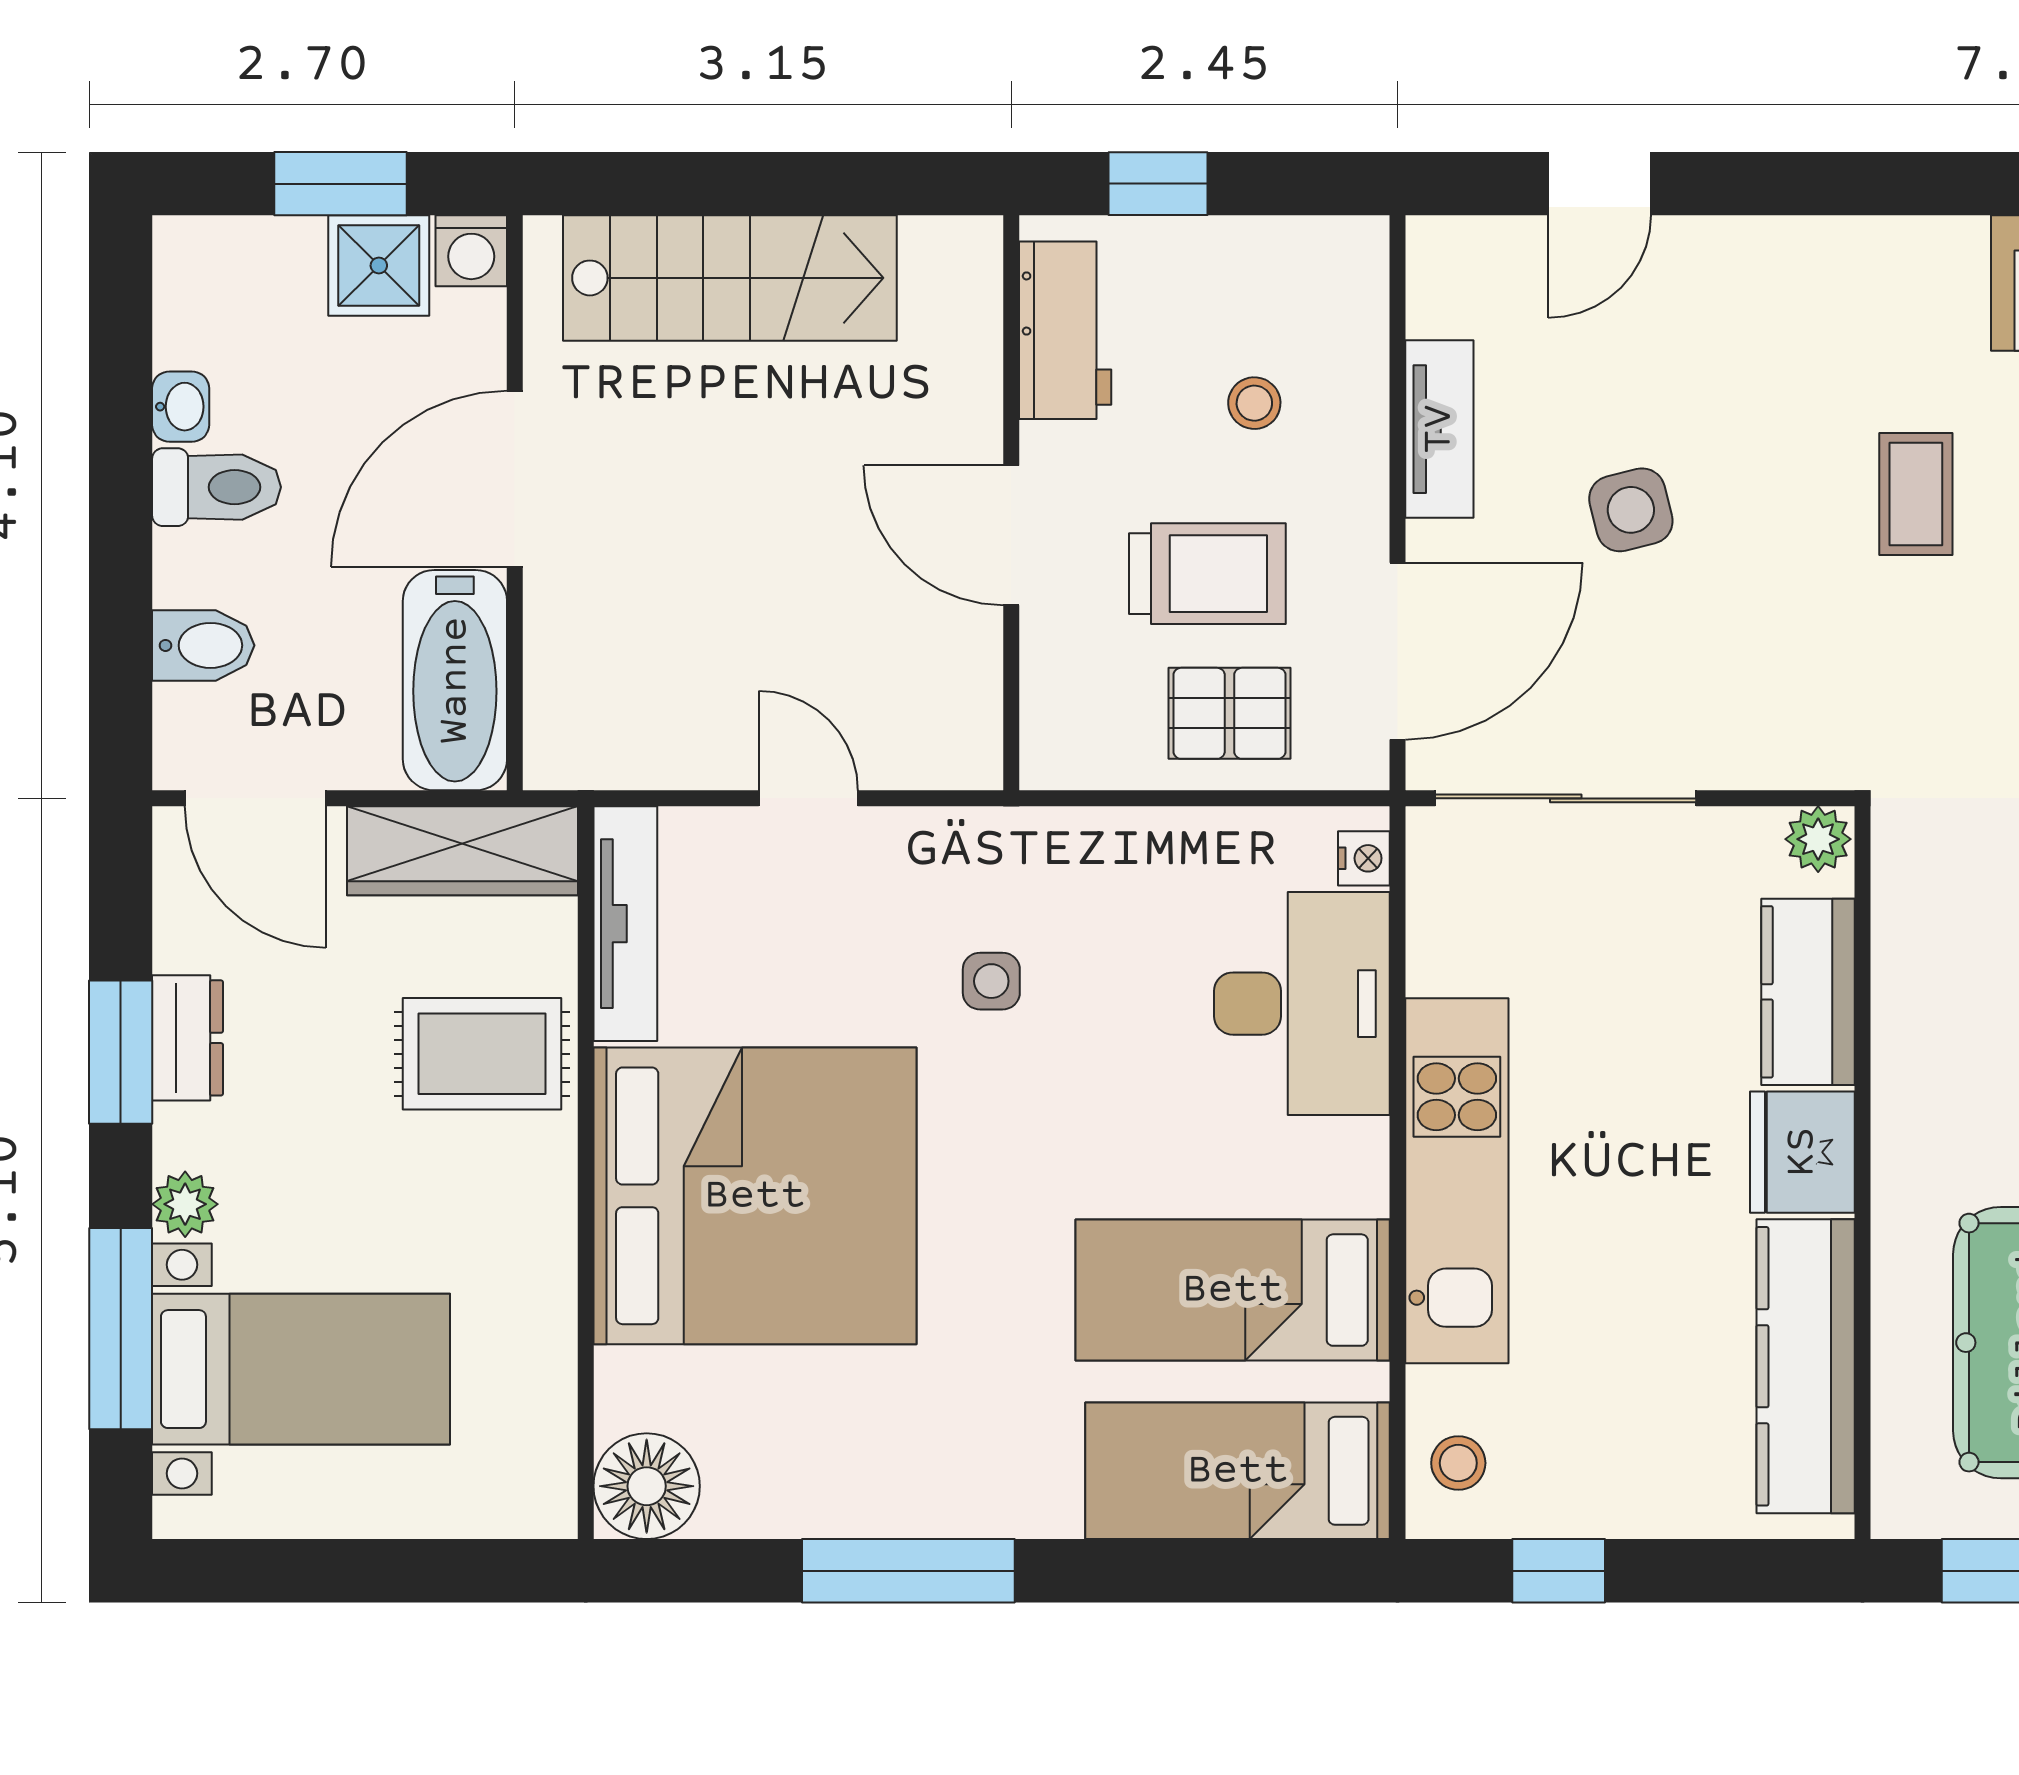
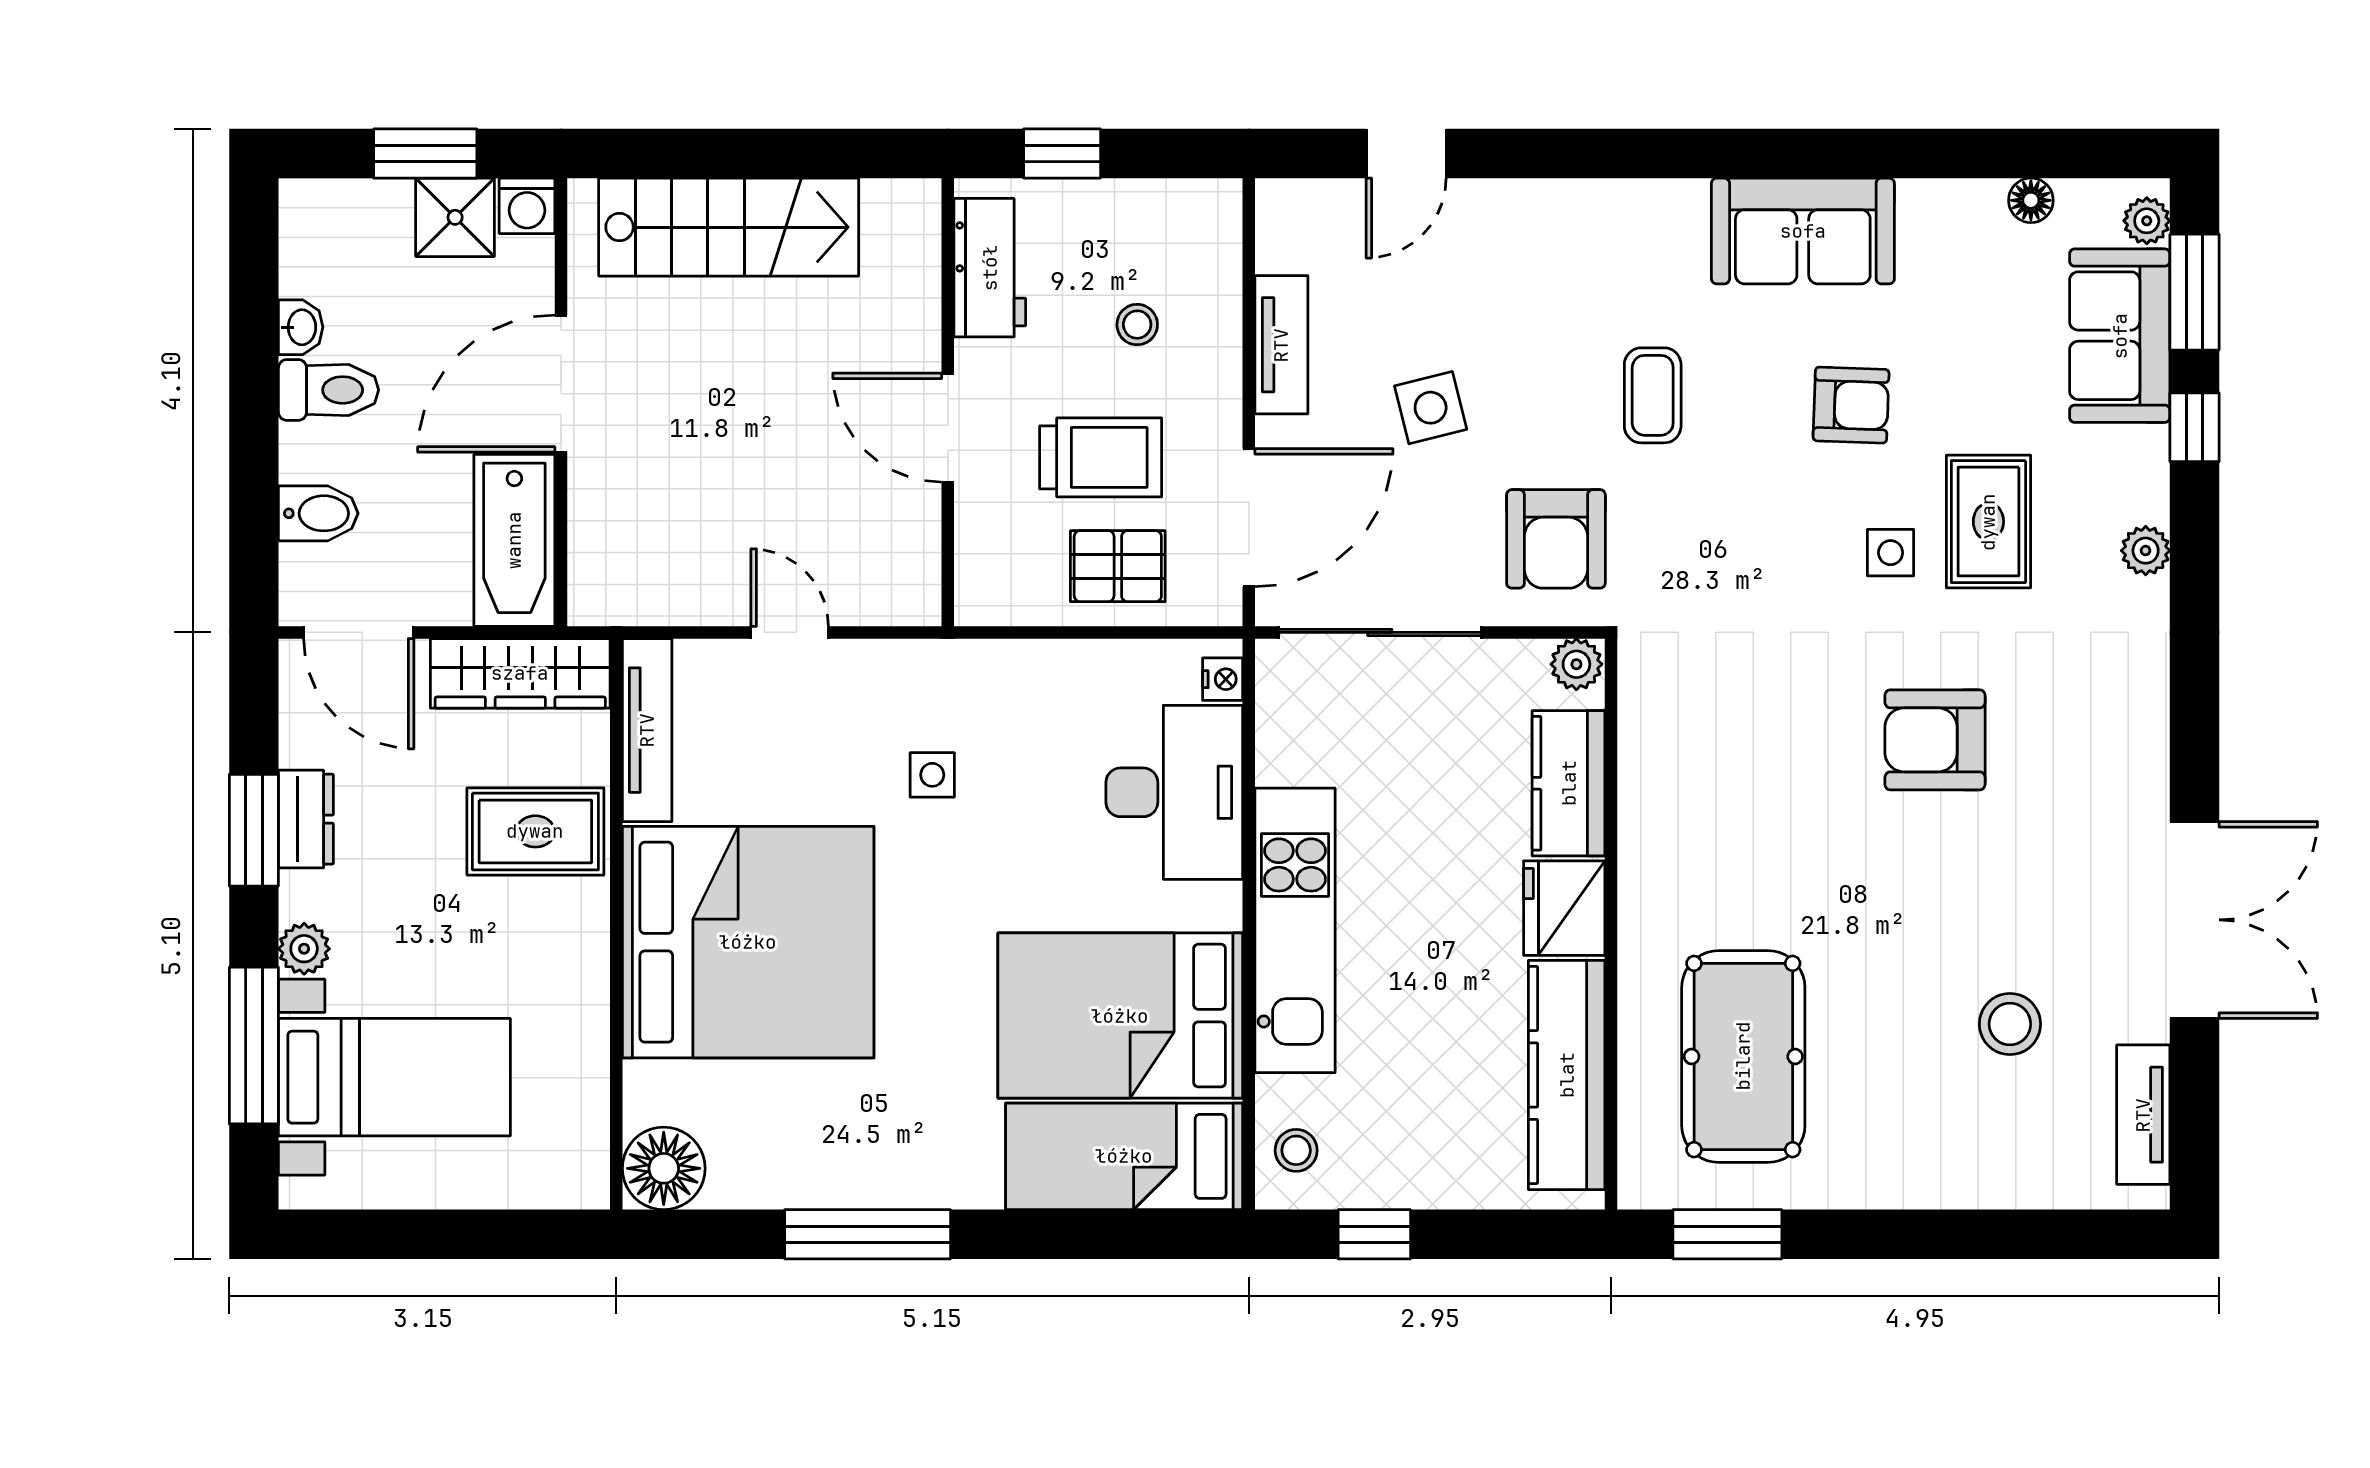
armchair: (1792, 678) -> (1556, 539), added
bed: (1233, 1290) -> (1120, 1016), width x1.50

